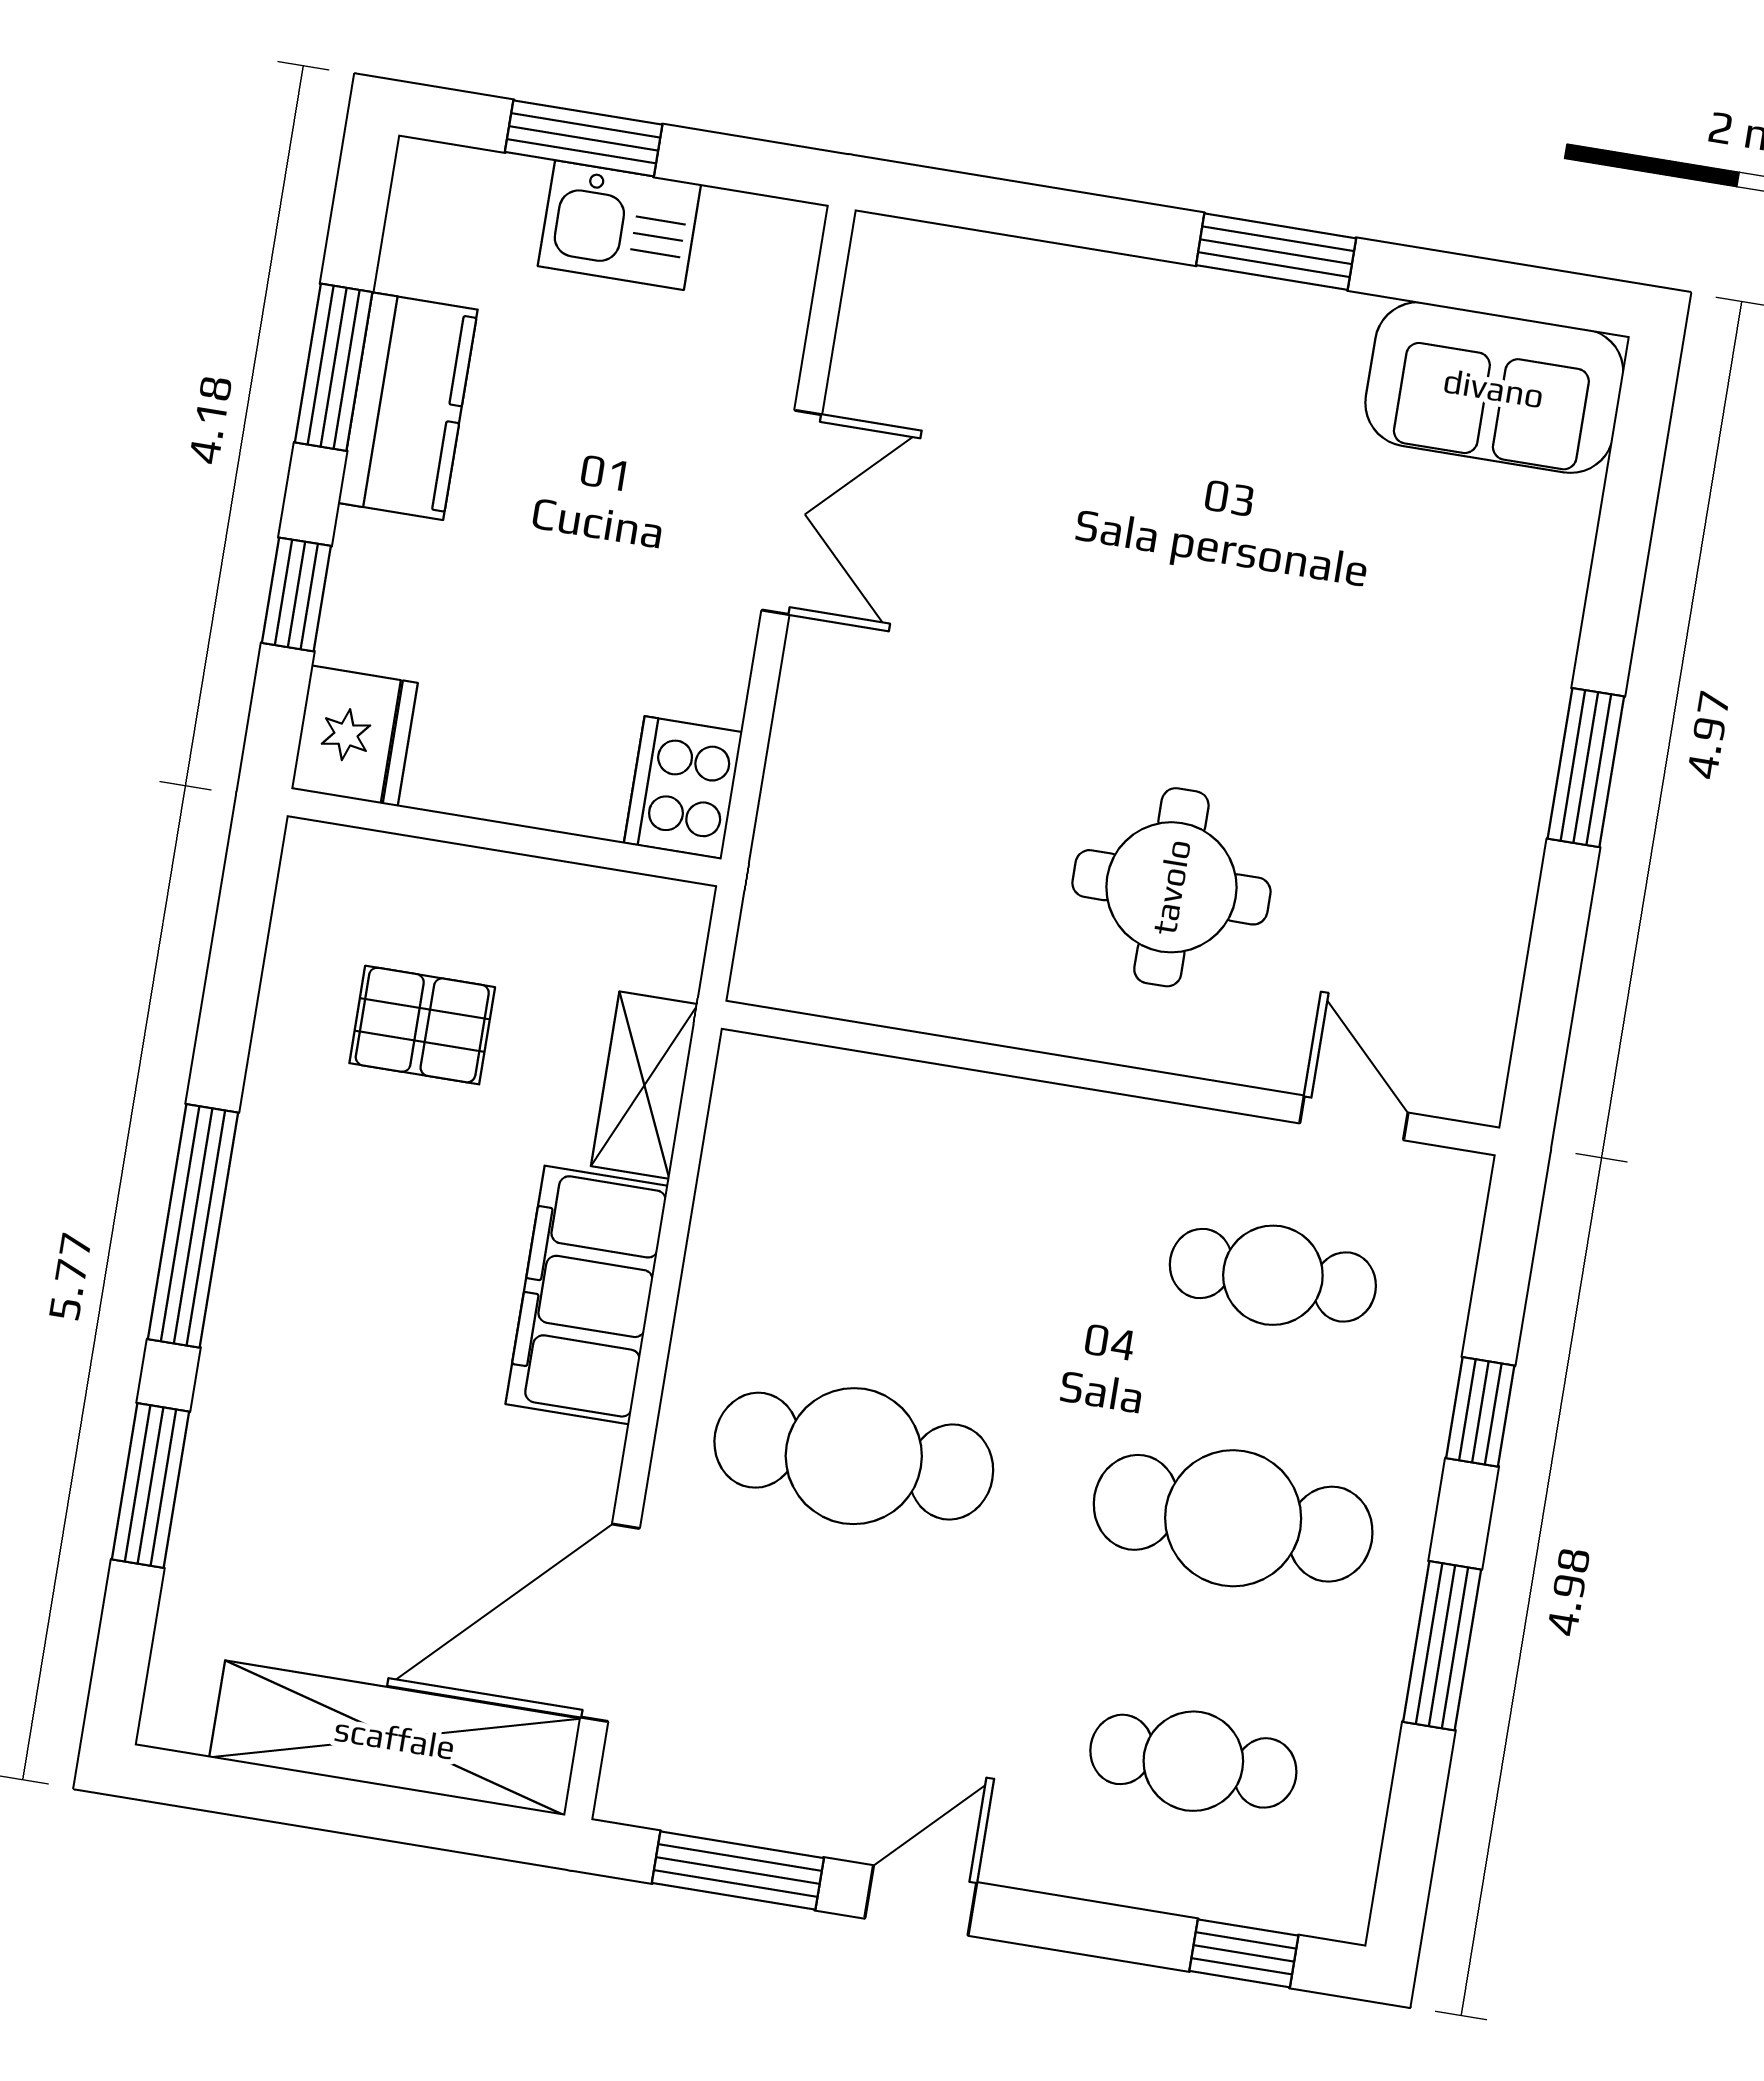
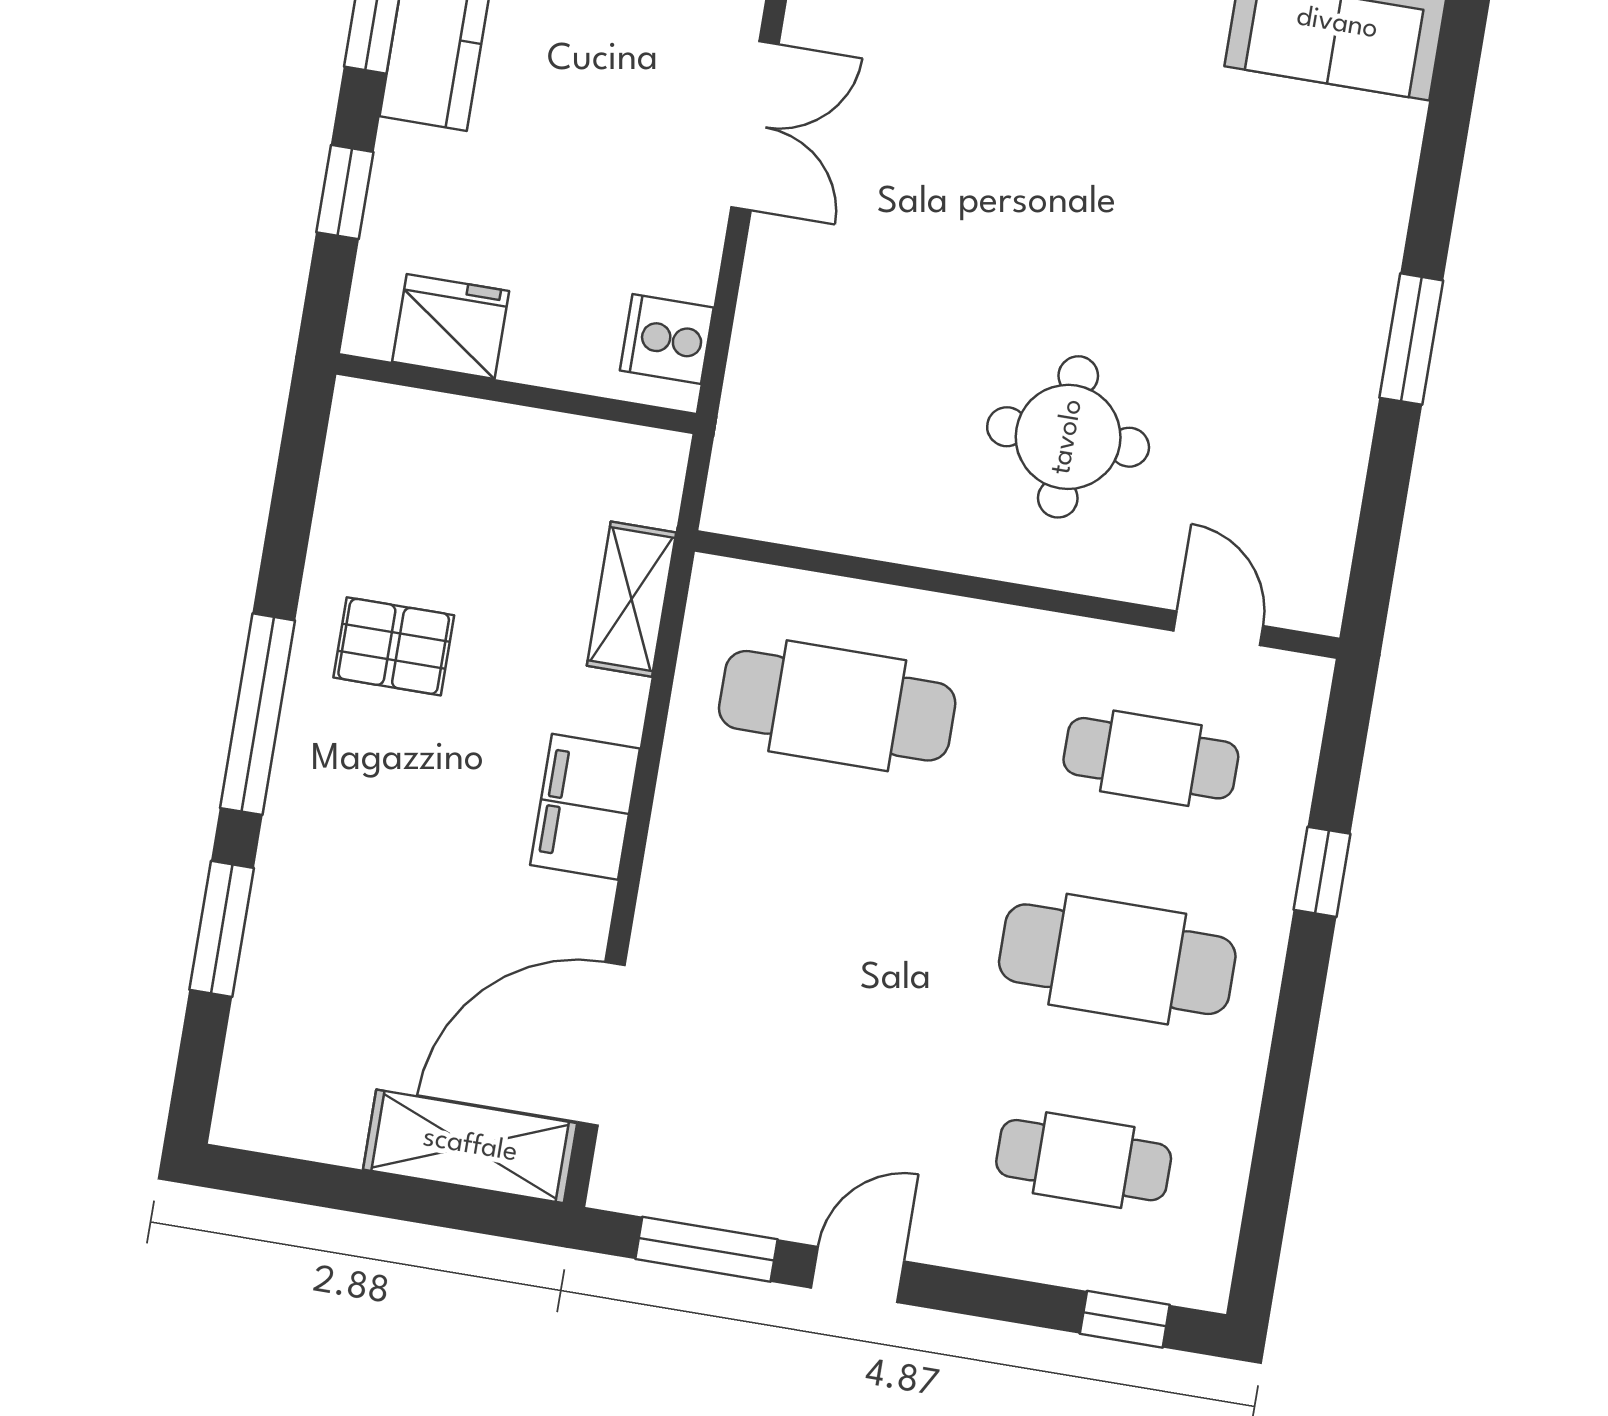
fridge: (354, 736) -> (451, 326), moved, turned -90
cooker: (683, 787) -> (667, 339), width x0.73
pallet: (422, 1025) -> (394, 646), moved
filing cabinet: (587, 1295) -> (585, 807), width x0.67, depth x0.86
cafe table: (854, 1456) -> (837, 706), moved
window: (1442, 1646) -> (1290, 1065), removed
shelving: (395, 1738) -> (470, 1146), width x0.68

